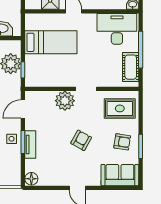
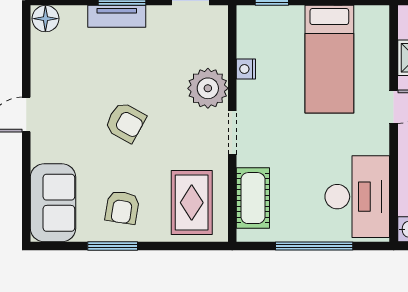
cot: (131, 67) -> (253, 198), moved, turned 90
nightstand: (56, 82) -> (246, 69), added

